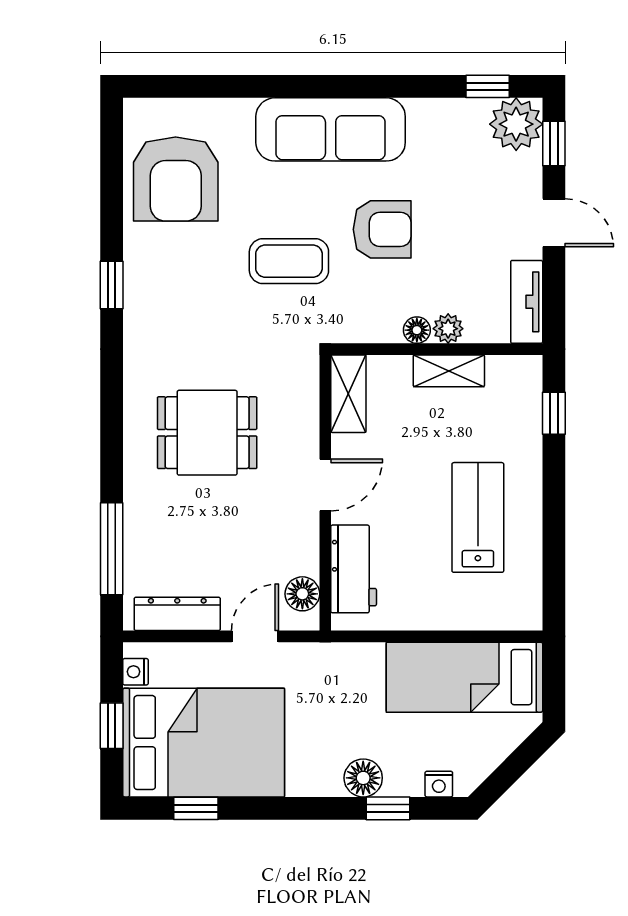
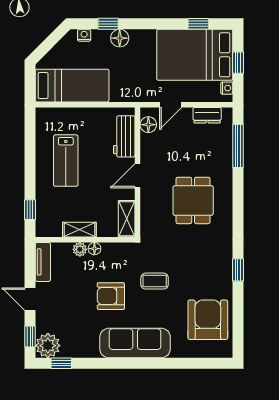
coffee table: (289, 261) -> (155, 281), width x0.73, depth x0.77
dining table: (207, 433) -> (193, 200), turned 90
dresser: (177, 614) -> (207, 115), width x0.70

